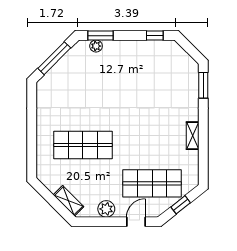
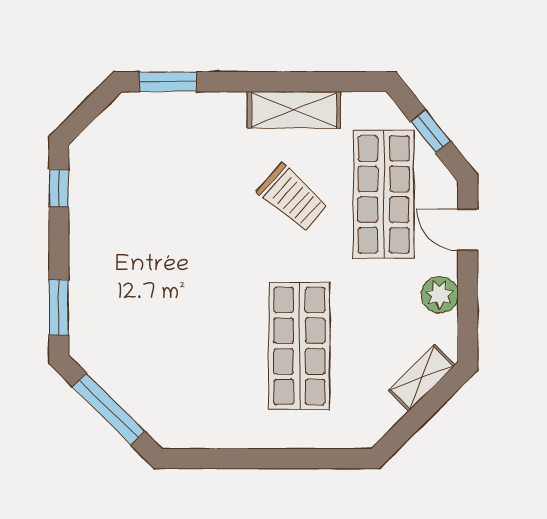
plant: (96, 46) -> (82, 317), removed
shelving: (193, 136) -> (294, 110), width x1.50, depth x1.33
trolley: (151, 142) -> (293, 197), added

